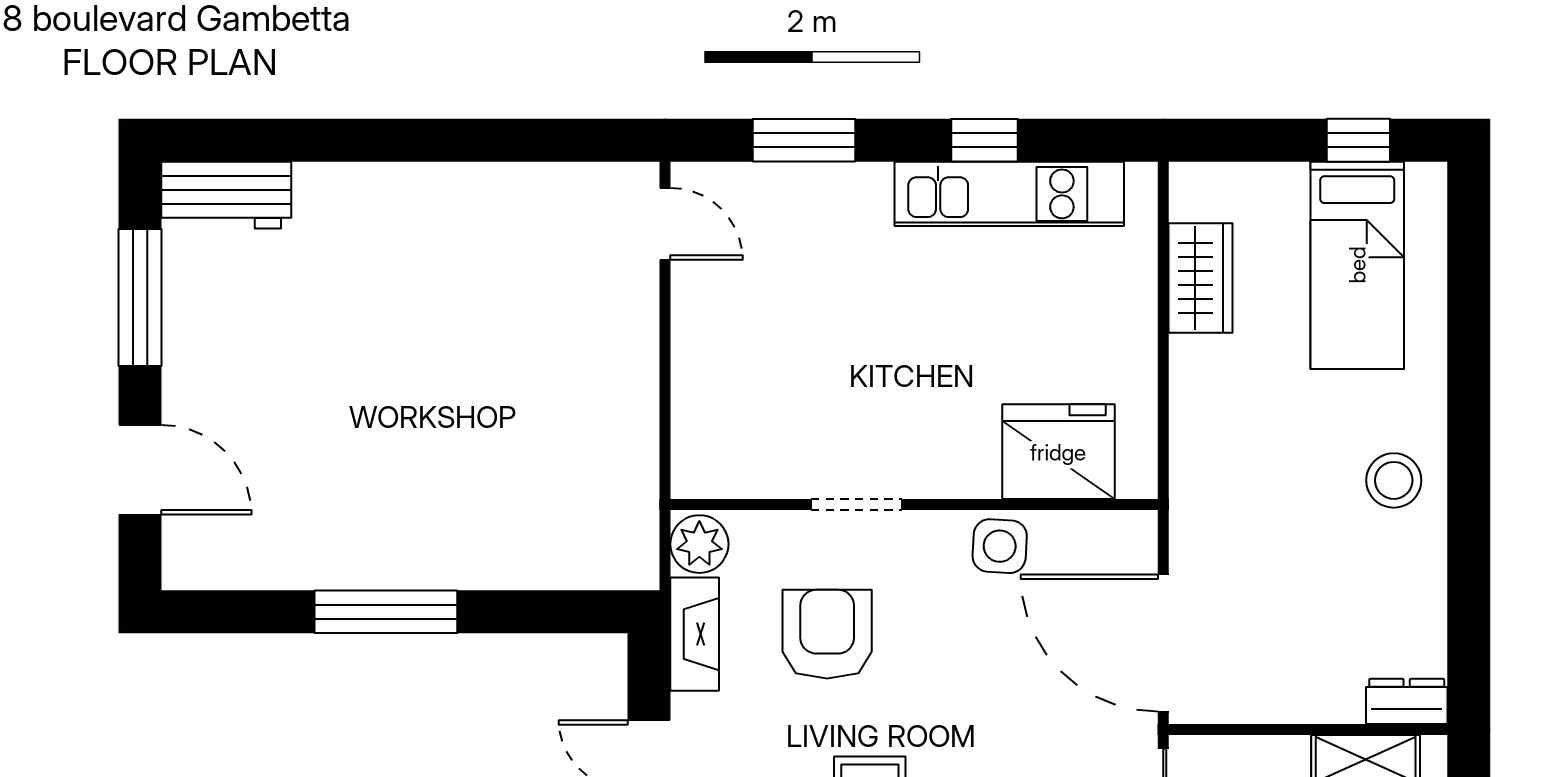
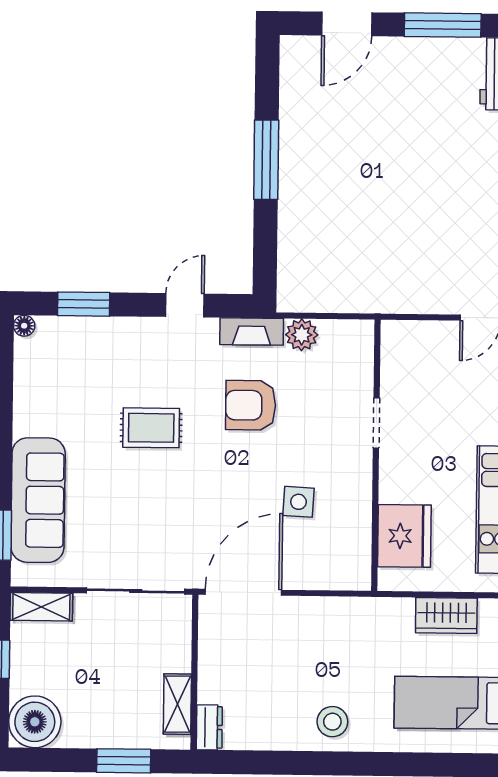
fridge: (1058, 452) -> (404, 536), moved
doorway: (856, 505) -> (376, 423), moved
wall: (914, 505) -> (376, 455), moved
armchair: (827, 634) -> (251, 405), turned 180

